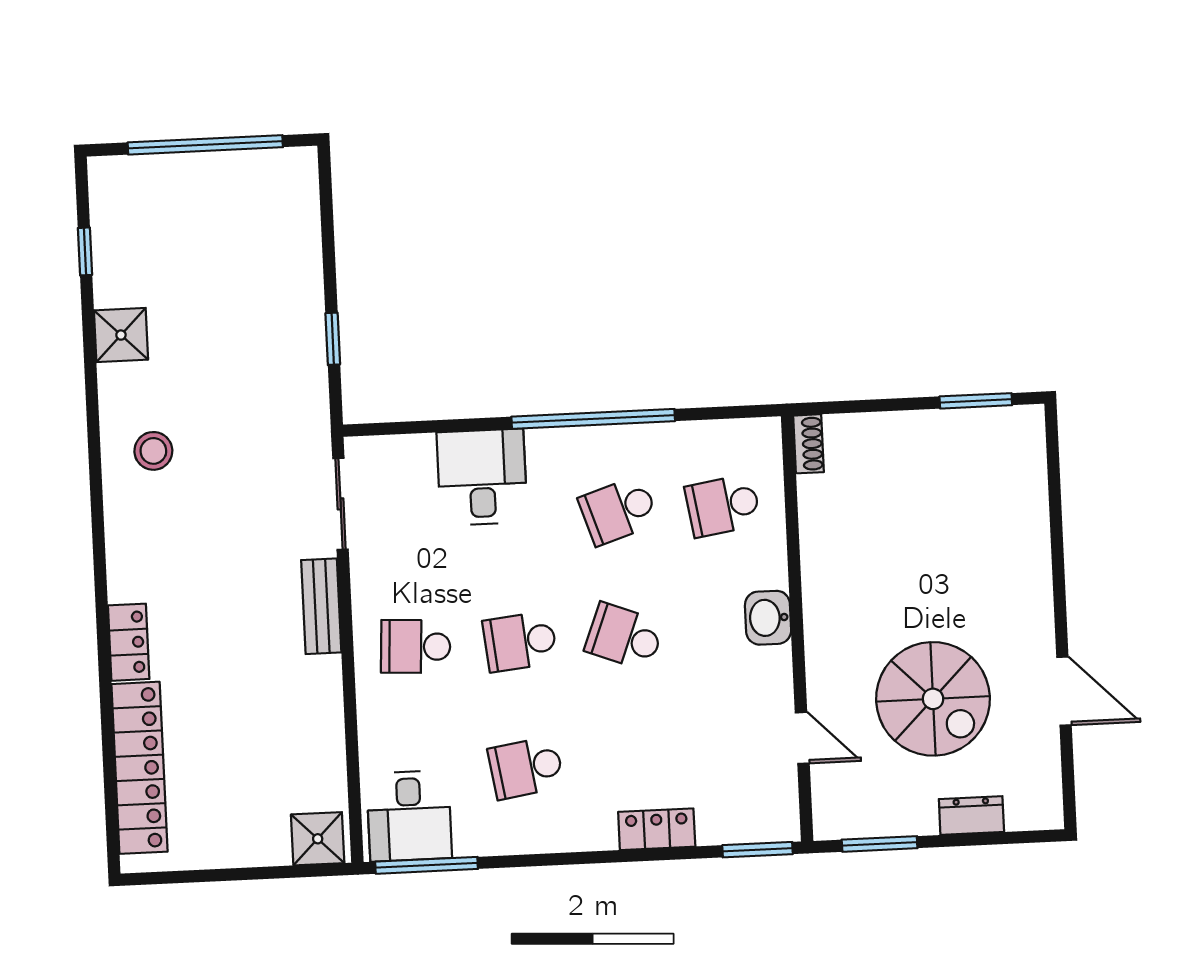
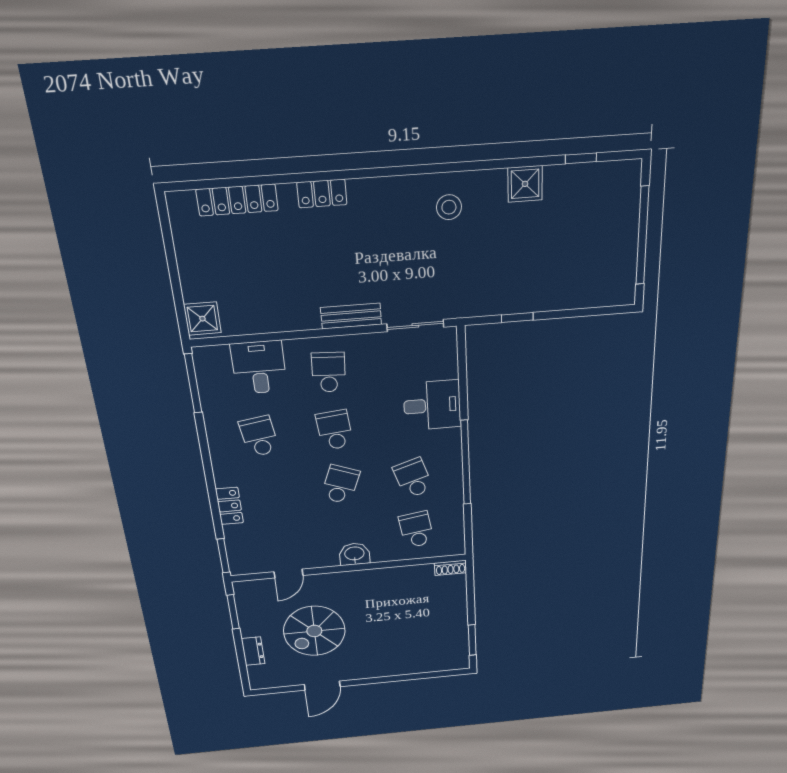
locker: (140, 768) -> (237, 200), width x0.71, depth x0.83
desk: (409, 816) -> (259, 367), moved, turned 90

